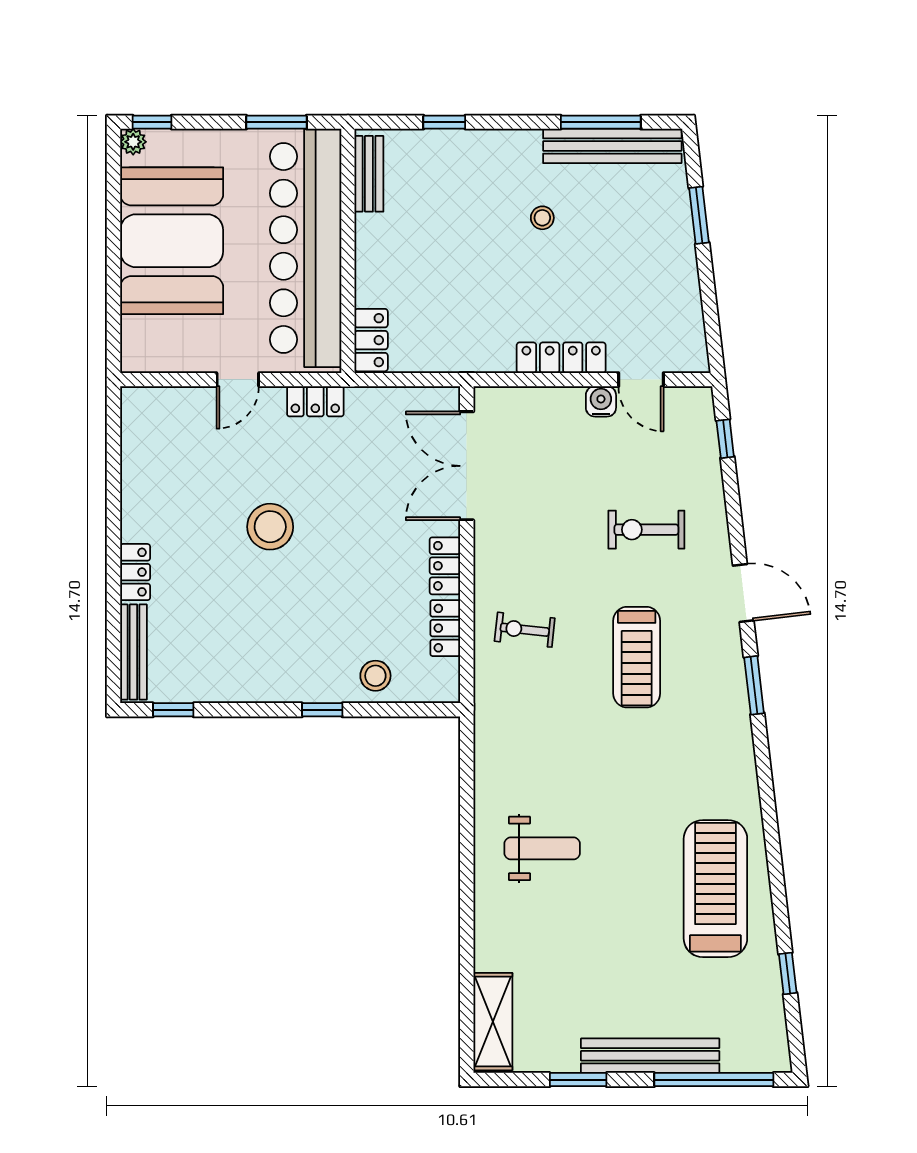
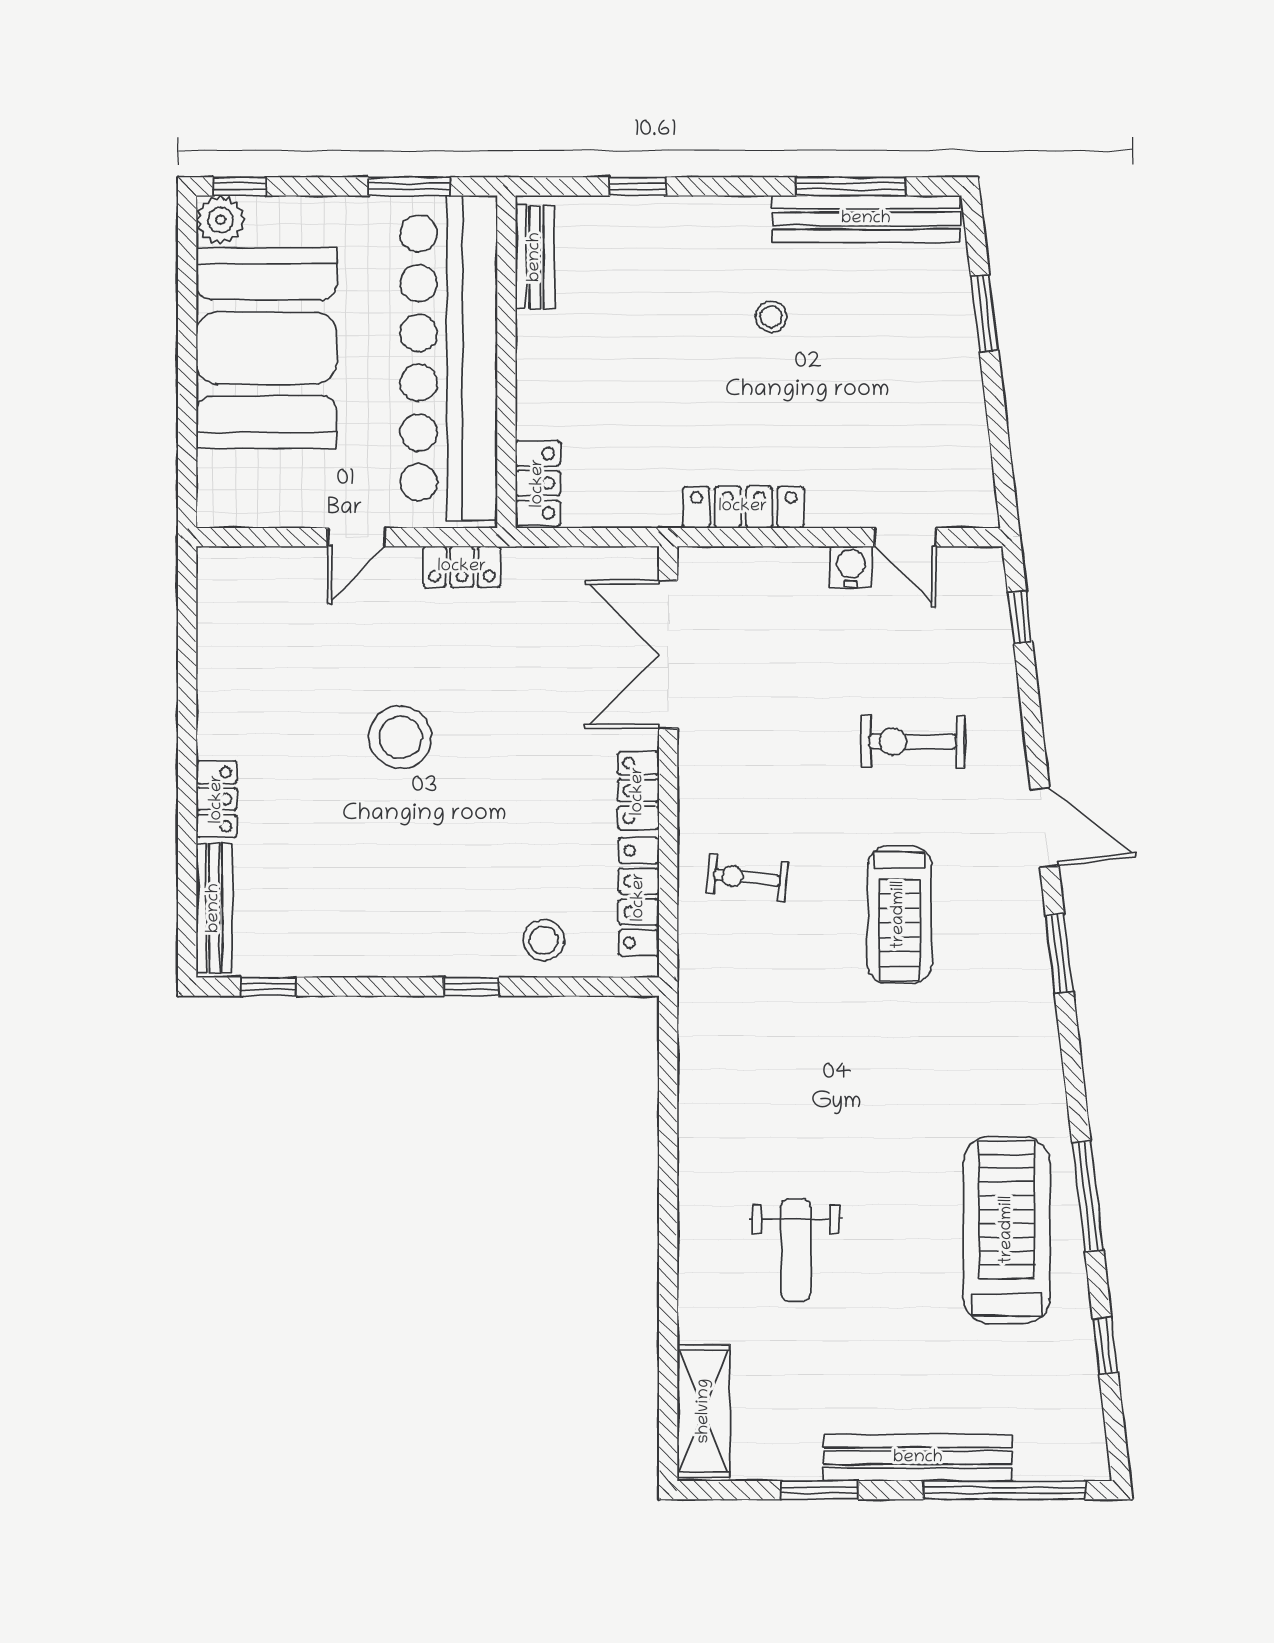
plant: (133, 142) -> (221, 220), width x1.38, depth x1.38
locker: (561, 358) -> (743, 507), moved
locker: (445, 628) -> (639, 897), width x1.53
weight bench: (542, 848) -> (796, 1250), moved, turned 90
window: (775, 864) -> (1088, 1196), added

